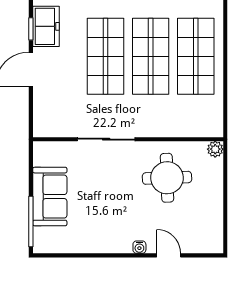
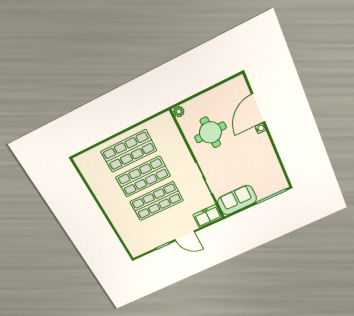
freezer: (46, 26) -> (208, 216), moved
sofa: (50, 197) -> (237, 200), moved
door: (169, 255) -> (258, 108), width x1.87

